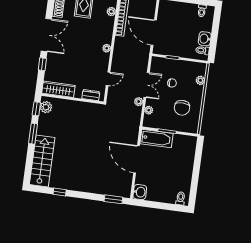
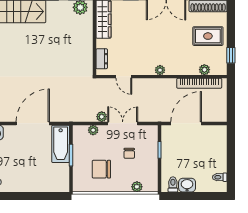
double door: (147, 85) -> (123, 123), swing flipped

